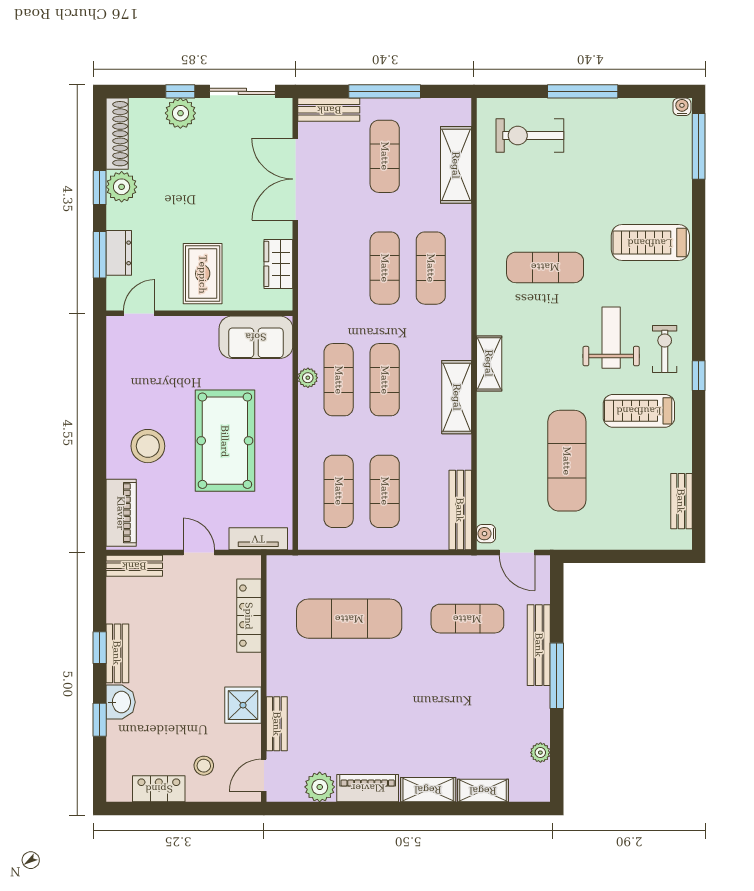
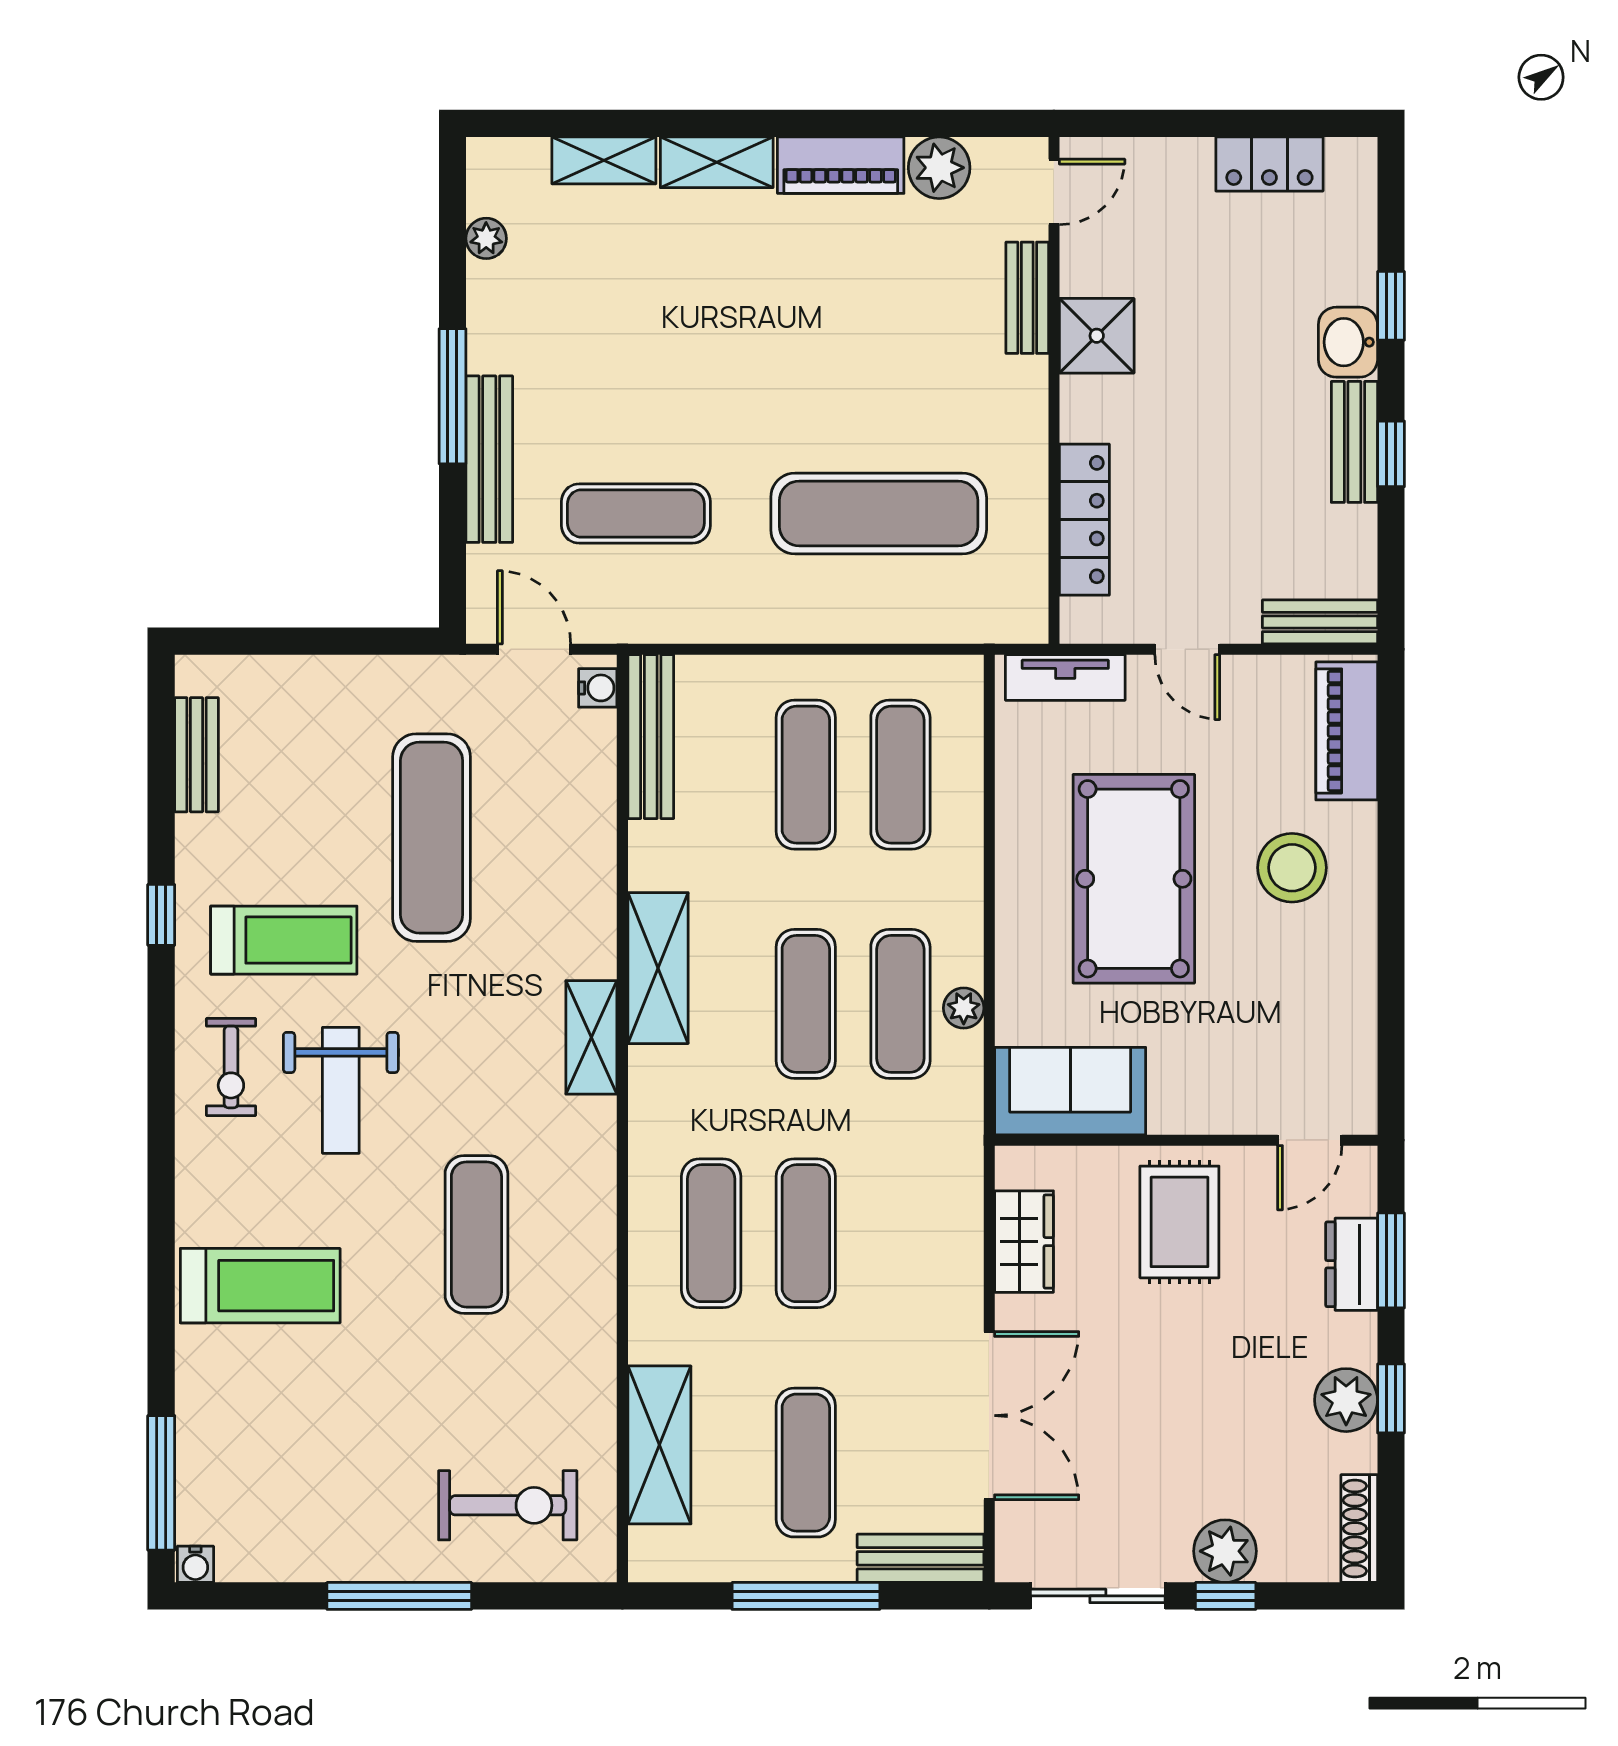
shoe rack: (117, 134) -> (1359, 1529), width x0.74, depth x0.81
exercise mat: (545, 267) -> (476, 1234), turned 90
window: (699, 376) -> (161, 915), moved
stool: (204, 766) -> (1177, 212), removed

